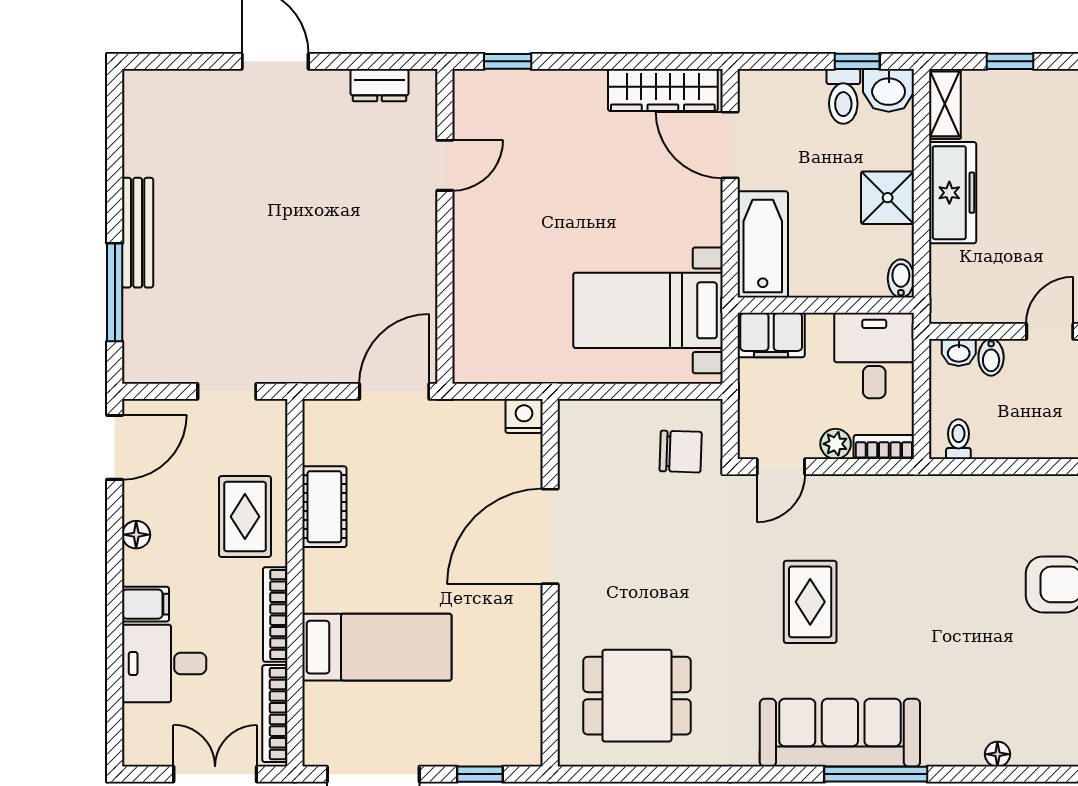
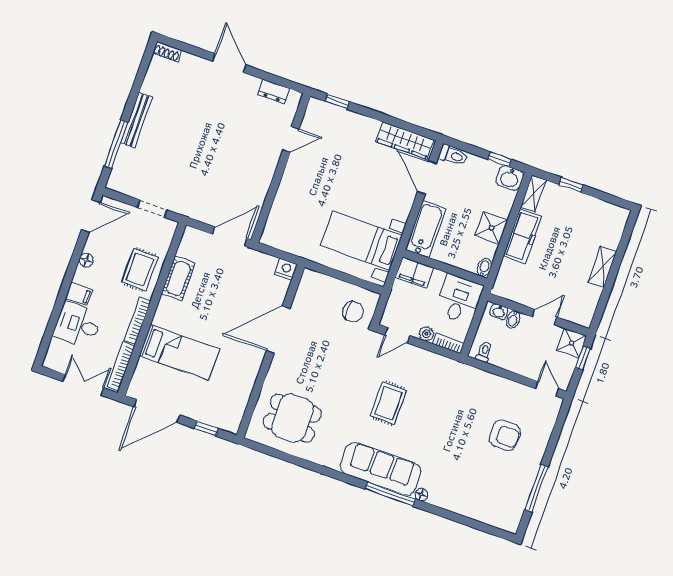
shoe rack: (149, 82) -> (167, 52), added
toilet: (843, 96) -> (453, 155), moved, turned -90
floor lamp: (997, 754) -> (422, 495), moved

